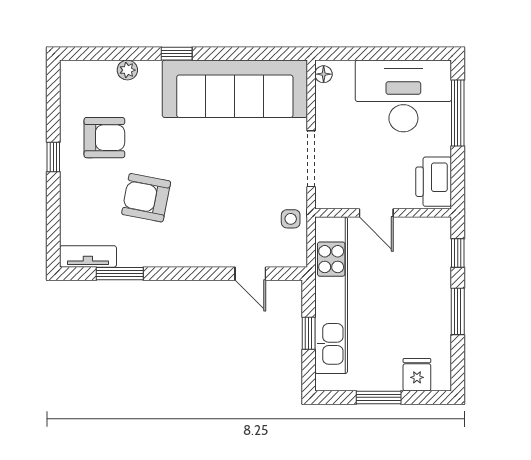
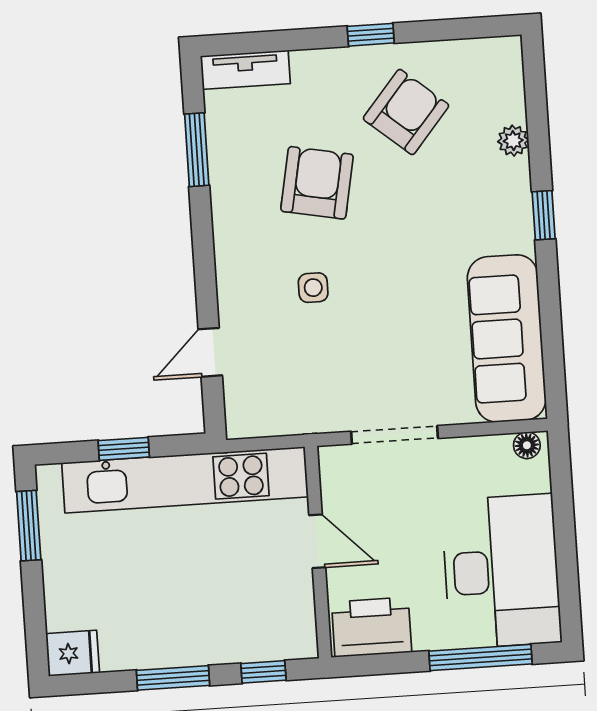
sofa: (235, 89) -> (507, 338), width x0.74, depth x0.79
armchair: (104, 138) -> (406, 112), turned -140
door: (376, 213) -> (317, 541), swing flipped
side table: (291, 219) -> (313, 288), moved
tv unit: (88, 256) -> (245, 70), moved, turned 90
fridge: (417, 375) -> (73, 653), moved
window: (379, 397) -> (29, 526), moved

